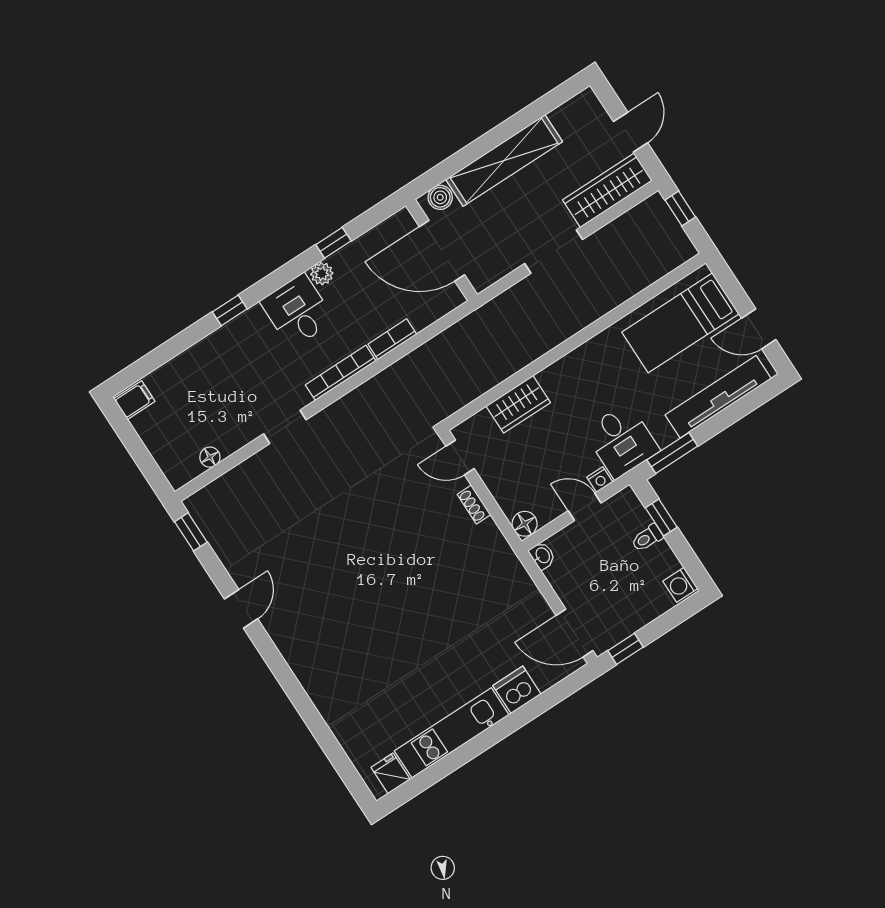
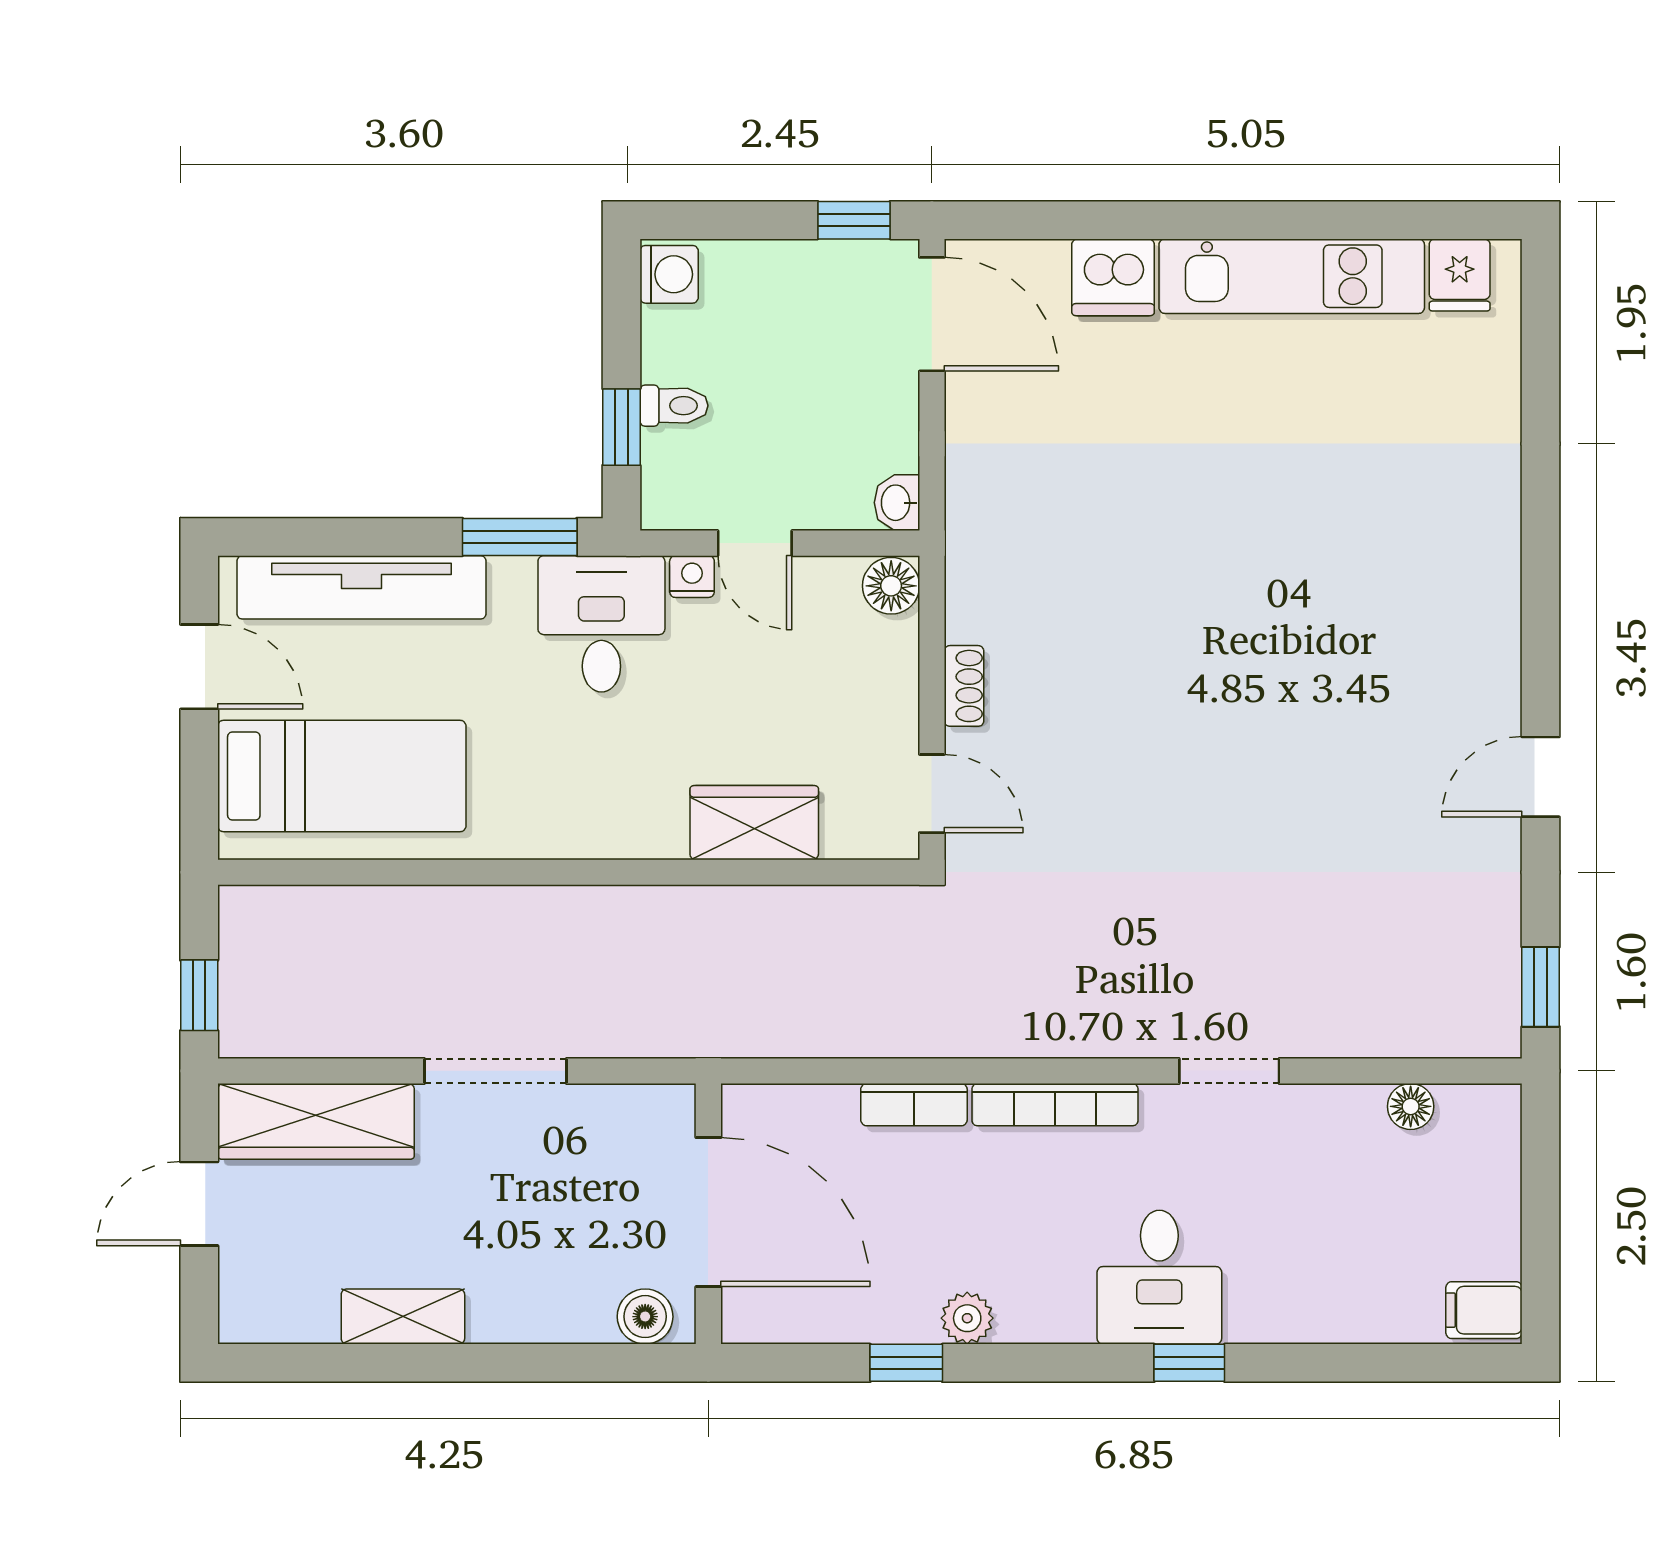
shelving: (504, 161) -> (403, 1316), width x0.45, depth x0.75
desk: (297, 311) -> (1159, 1277), moved

